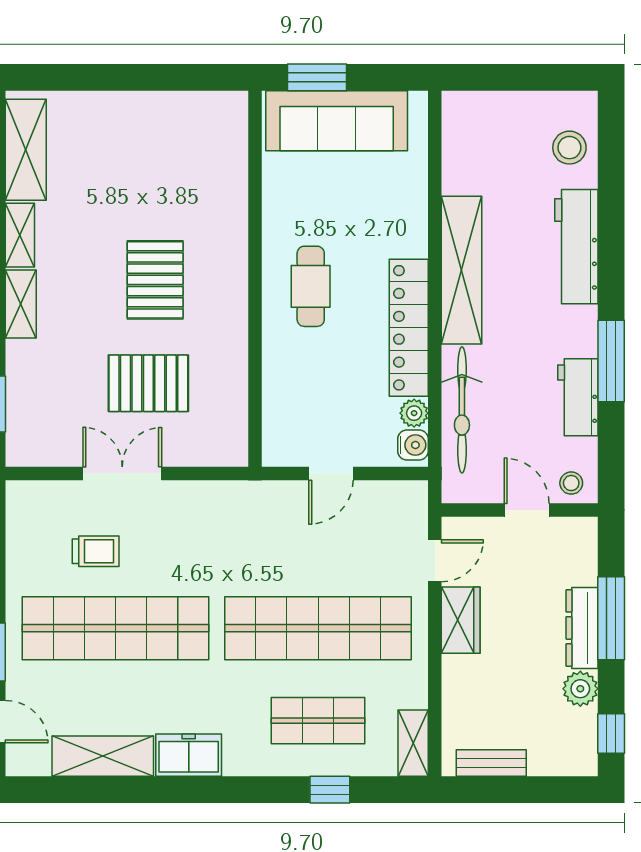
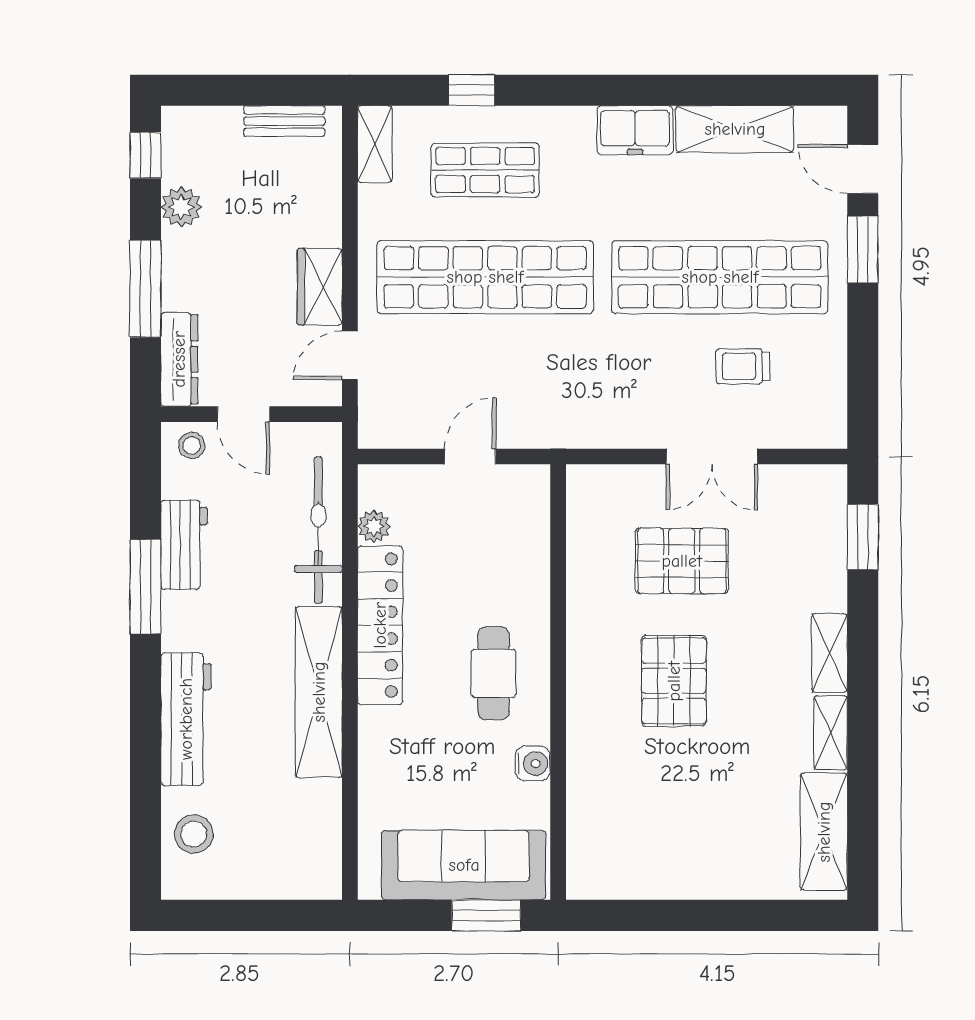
water cooler: (413, 445) -> (533, 764), moved, turned 180
dresser: (582, 628) -> (179, 359), moved

